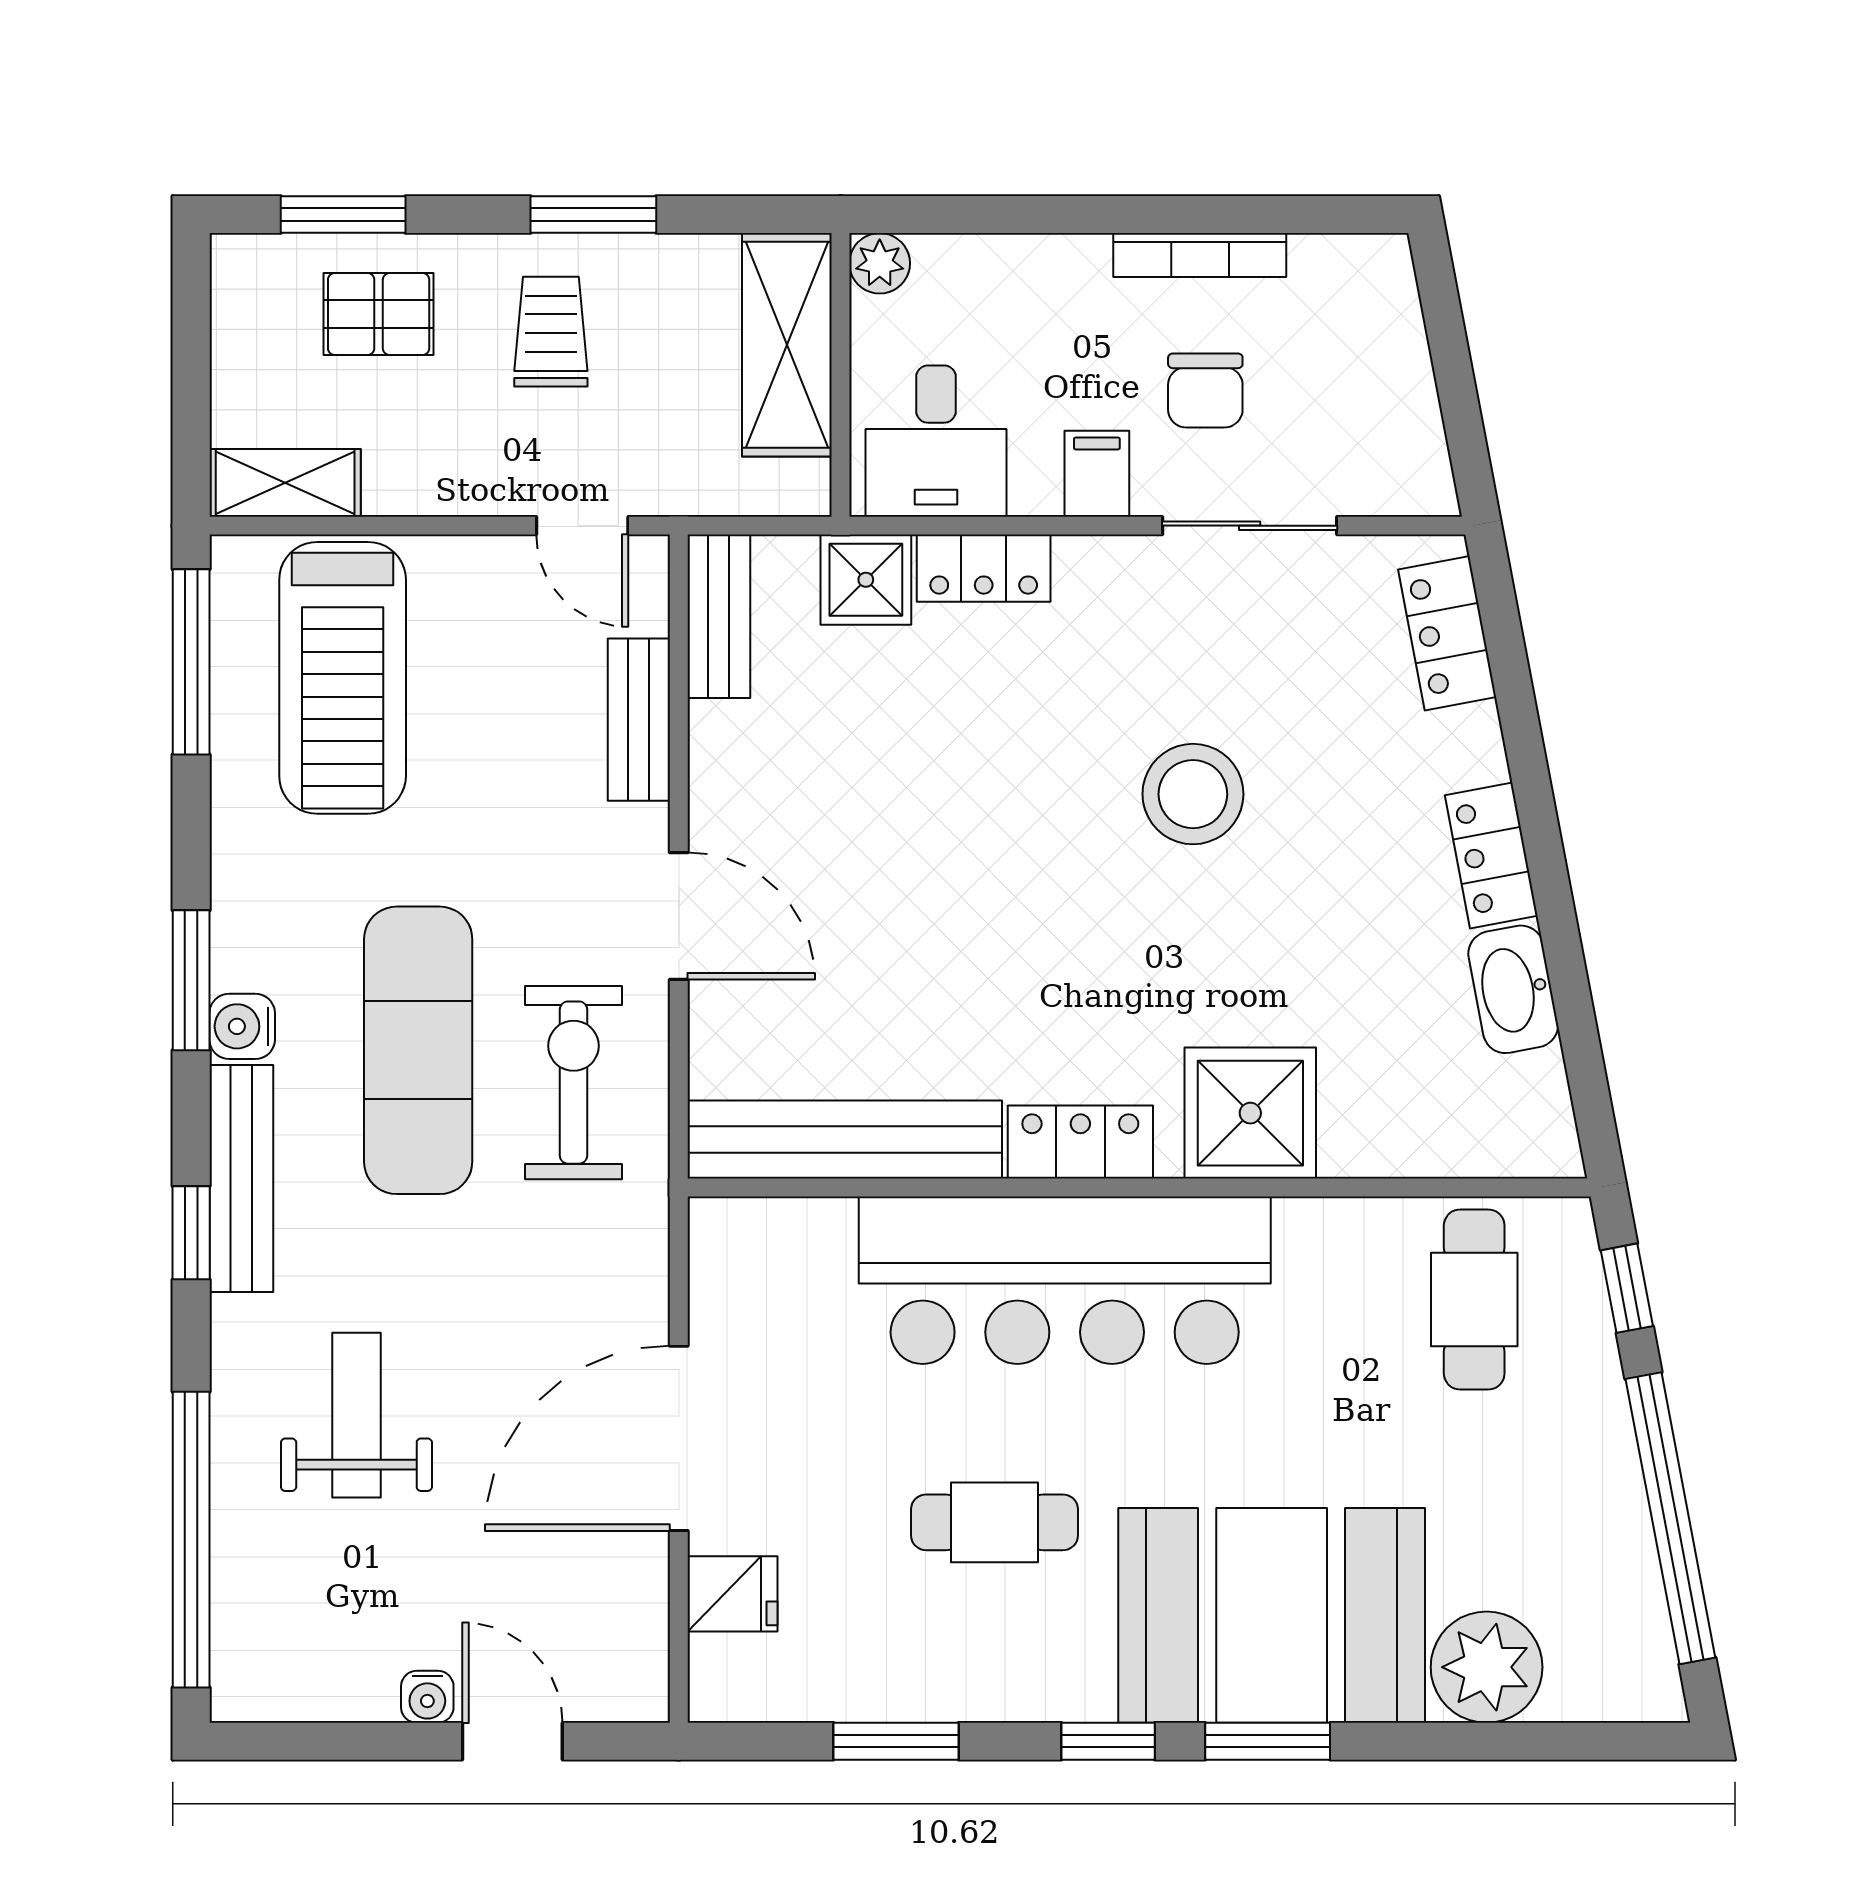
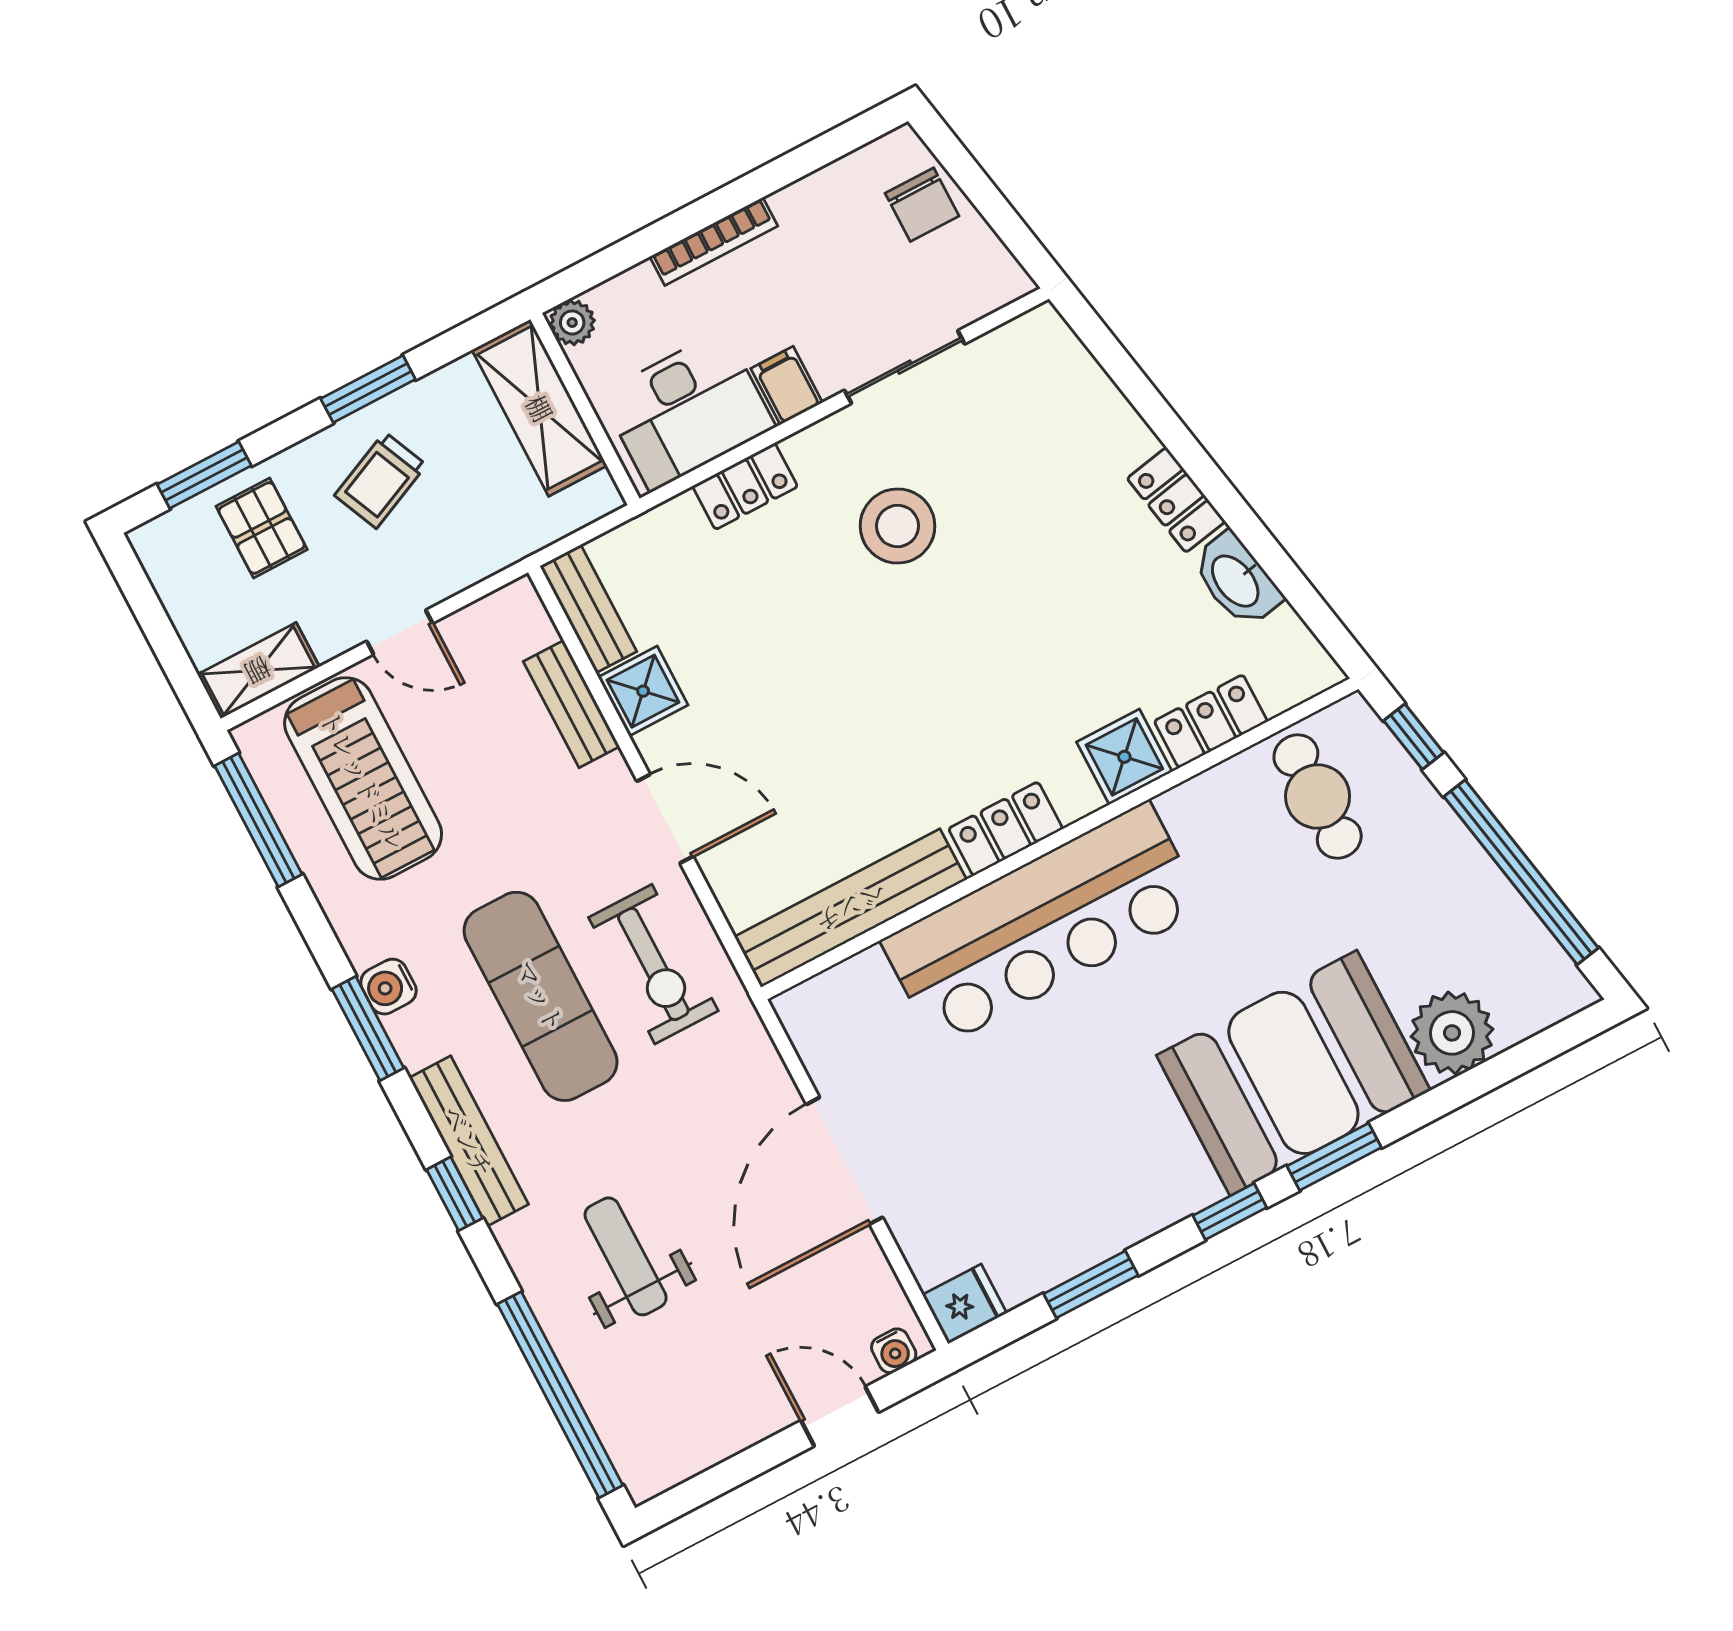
bookcase: (1200, 255) -> (714, 241), moved
pallet: (379, 314) -> (262, 528), turned 90
trolley: (551, 332) -> (380, 480), turned -114
chair: (1205, 391) -> (922, 205), moved
desk: (936, 441) -> (687, 411), width x1.37
door: (582, 526) -> (400, 632), moved
shower: (866, 580) -> (643, 691), moved
locker: (1447, 633) -> (1211, 721), moved, turned 101
stool: (1193, 794) -> (898, 526), moved
water cooler: (242, 1026) -> (388, 987), moved
exercise bike: (573, 1083) -> (653, 964), turned 180
shower: (1250, 1113) -> (1124, 757), width x0.73, depth x0.73
cafe table: (995, 1522) -> (1080, 1107), removed
fridge: (732, 1594) -> (965, 1304), moved
water cooler: (427, 1697) -> (894, 1351), moved

